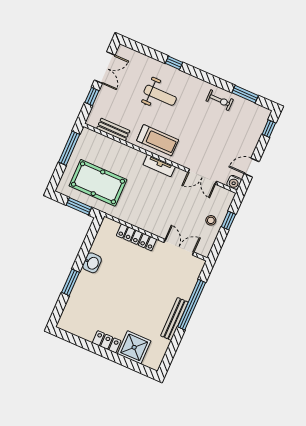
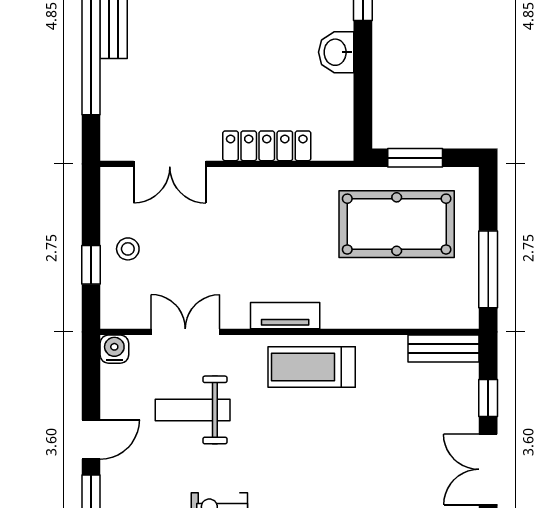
weight bench: (160, 95) -> (193, 410), moved
bench: (113, 130) -> (443, 348), moved
door: (252, 168) -> (91, 439), moved

